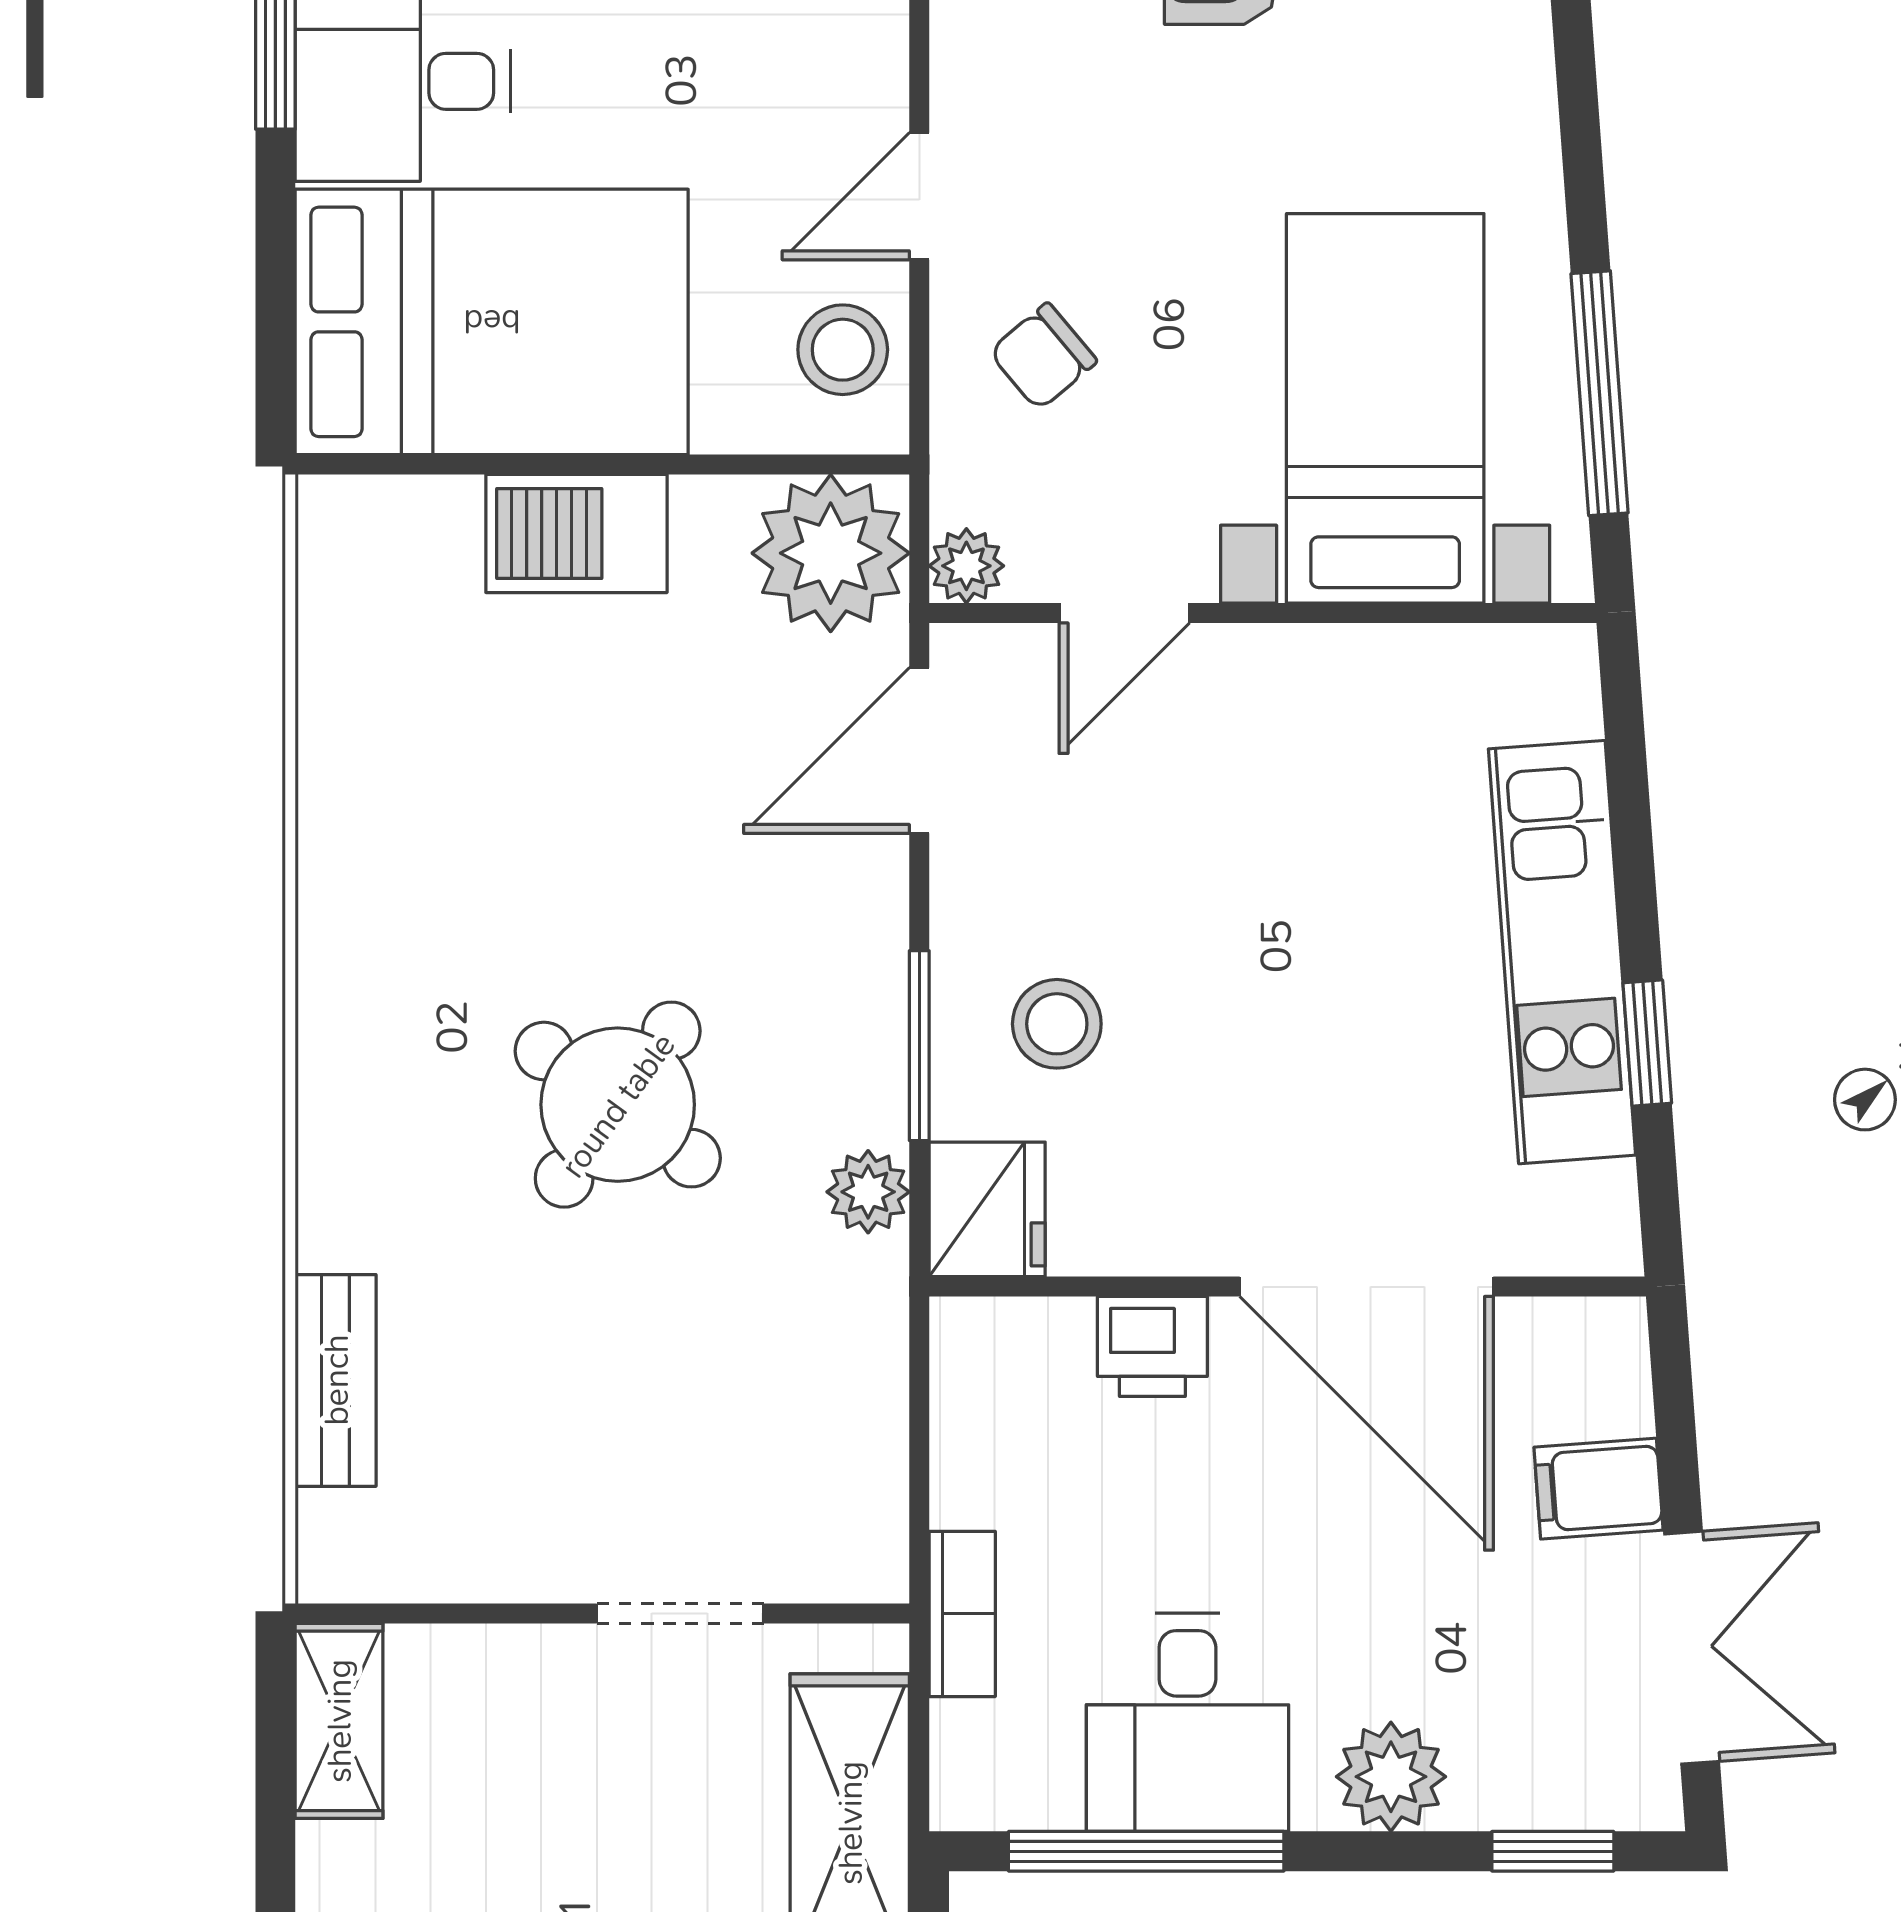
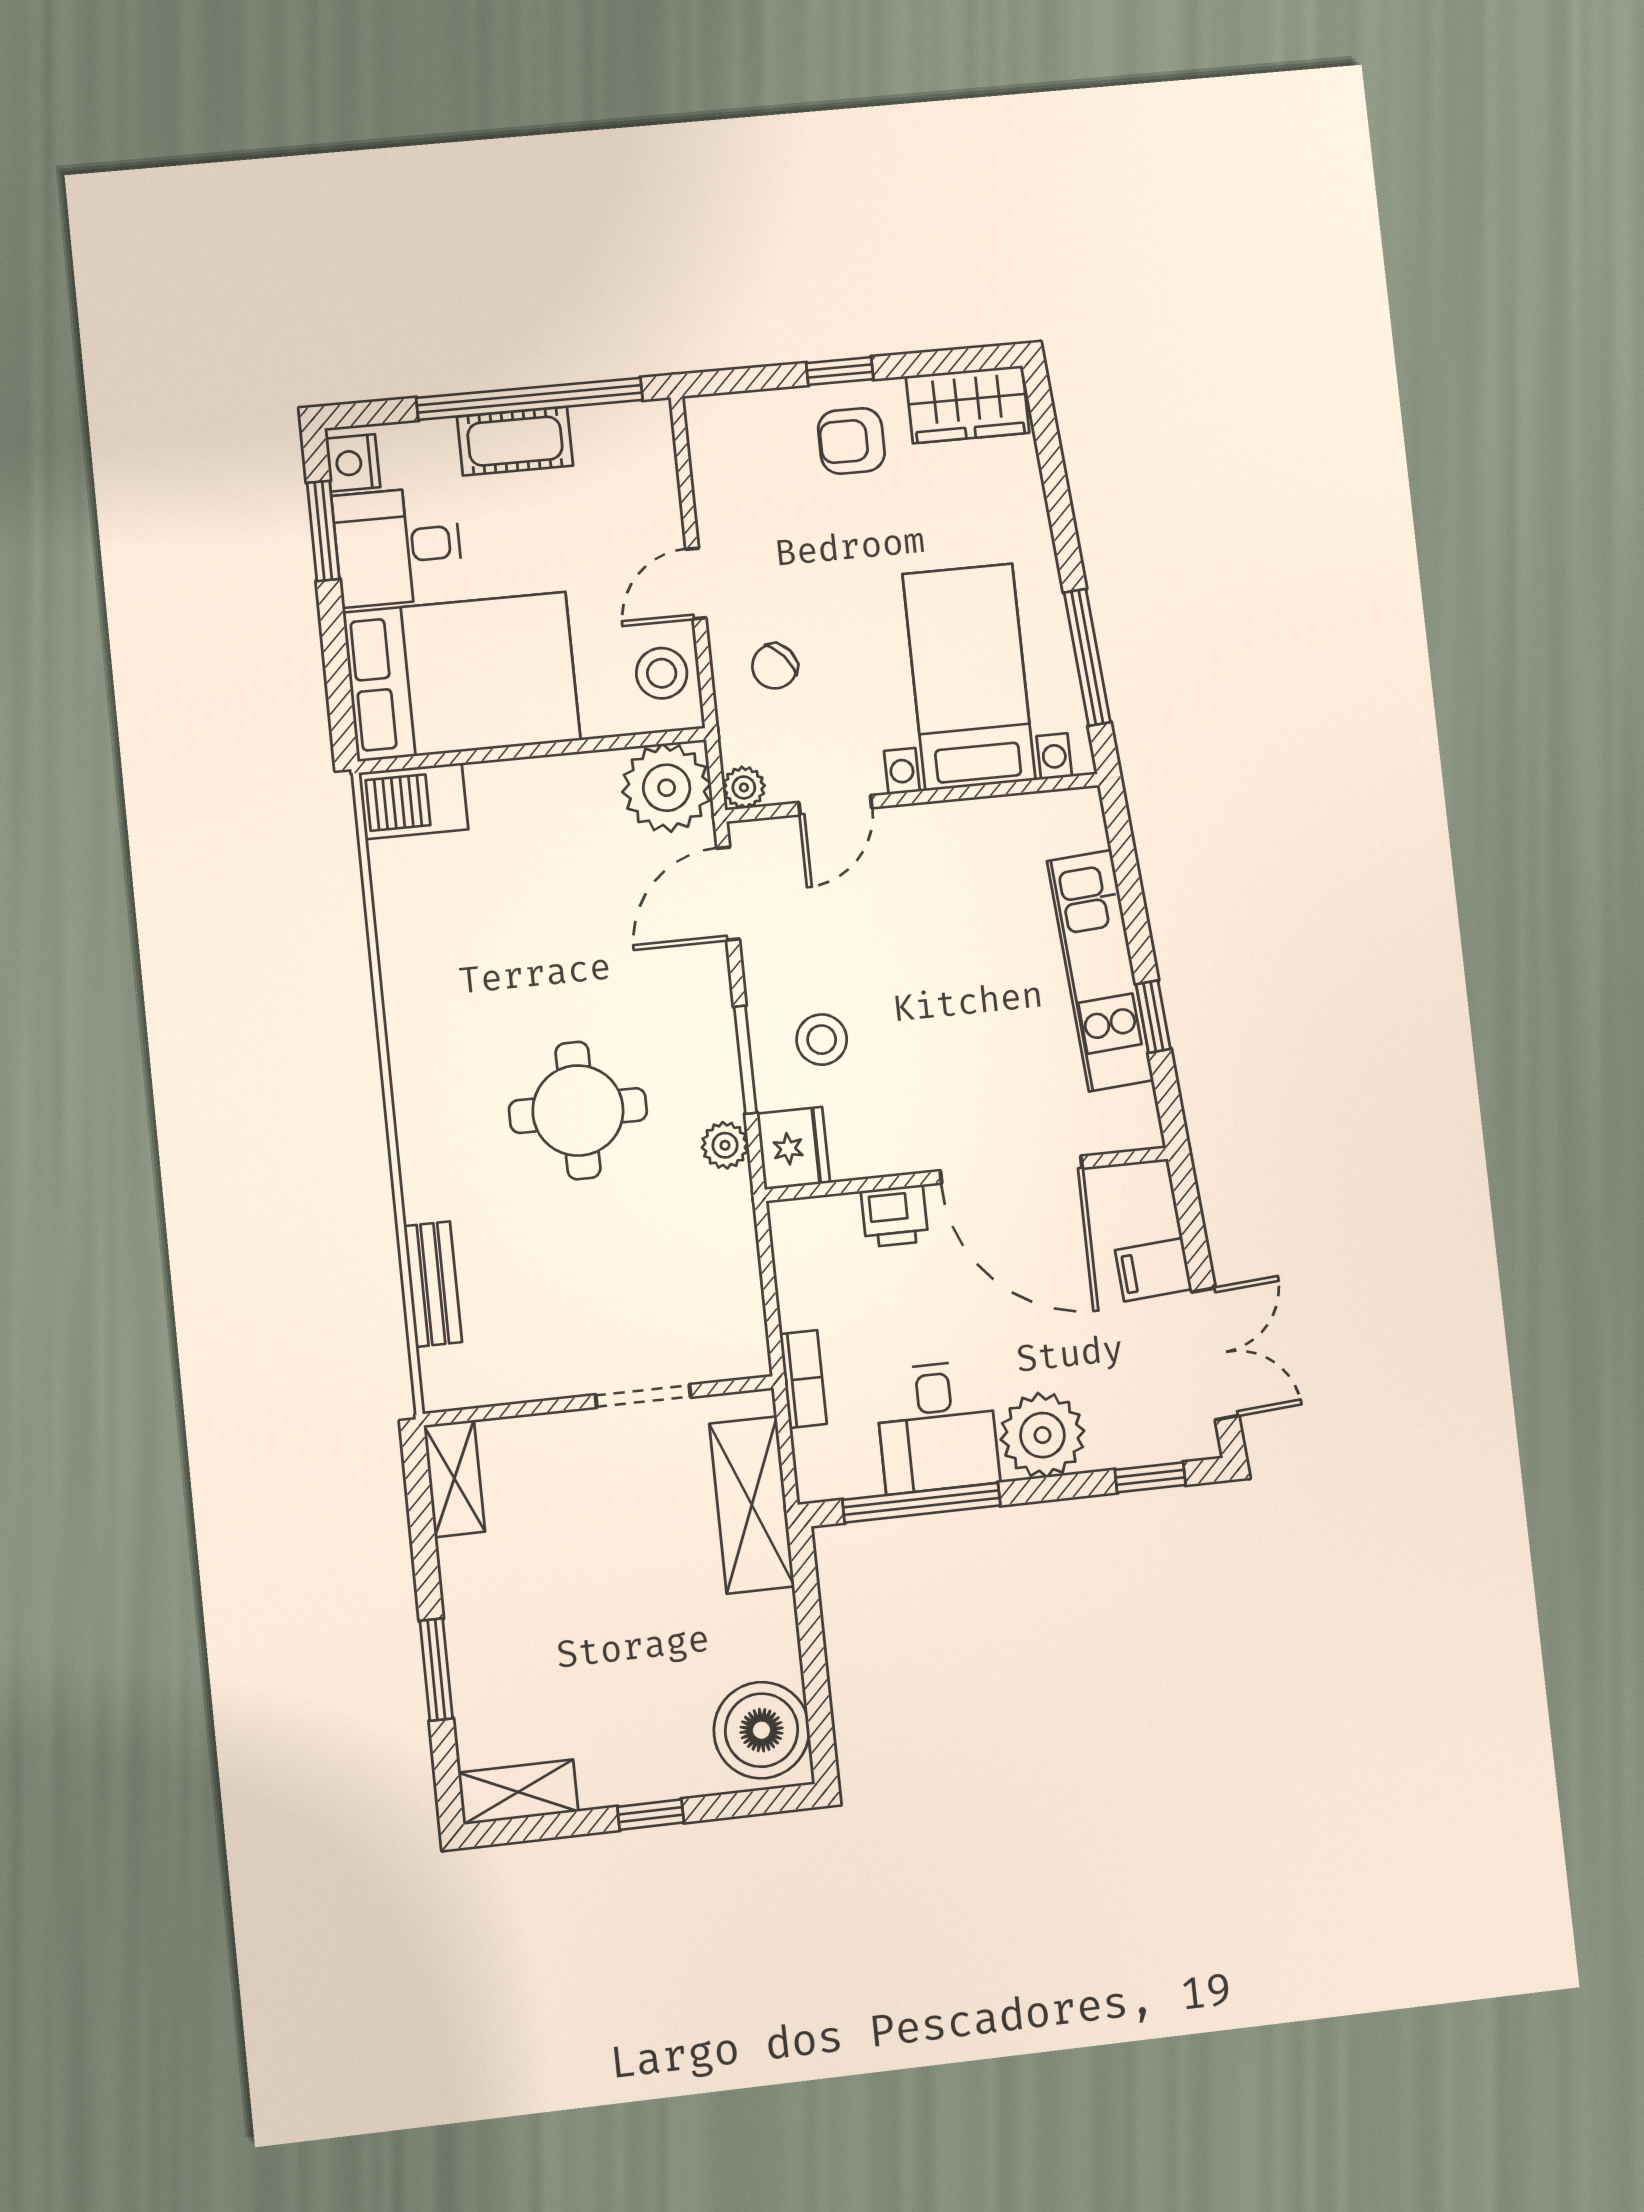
barbecue: (576, 533) -> (414, 801), moved
round table: (618, 1105) -> (578, 1111), turned -36
plant: (1391, 1777) -> (1042, 1435), width x1.36, depth x1.36

